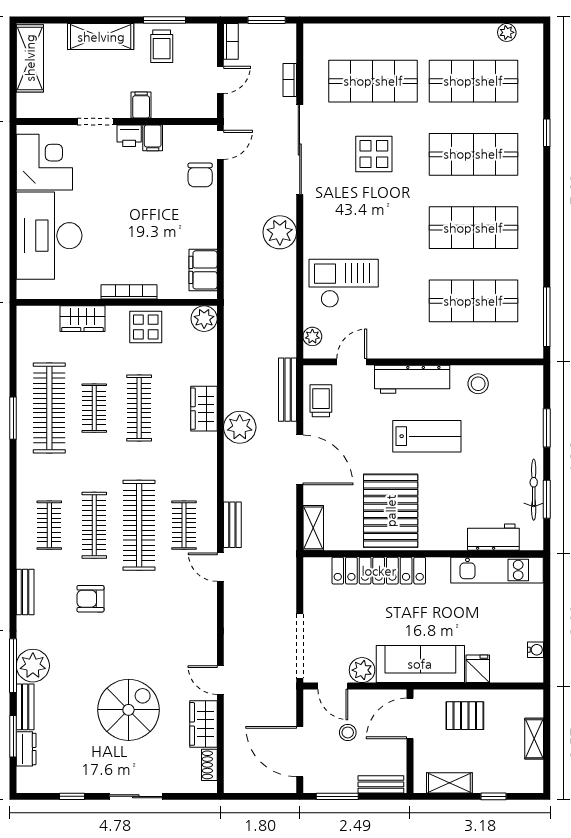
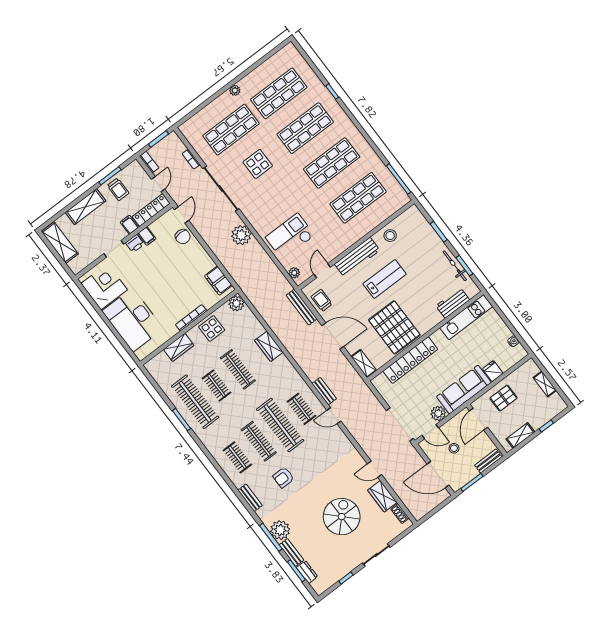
plant: (507, 32) -> (235, 90), moved
locker: (185, 108) -> (151, 210), added
plant: (240, 427) -> (293, 342), removed

